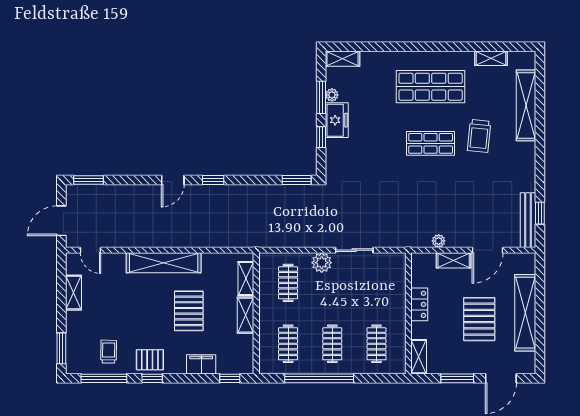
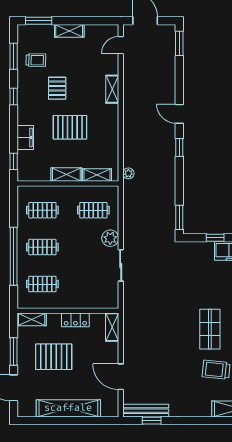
plant: (439, 241) -> (128, 173), moved
shelving: (454, 260) -> (112, 327), moved
shelving: (164, 263) -> (112, 89), width x0.45, depth x0.75
shelving: (73, 293) -> (69, 31), moved
pallet: (479, 319) -> (54, 357), moved
pallet: (150, 360) -> (57, 88), moved
window: (104, 378) -> (14, 56), width x0.69
window: (319, 378) -> (14, 256), moved

